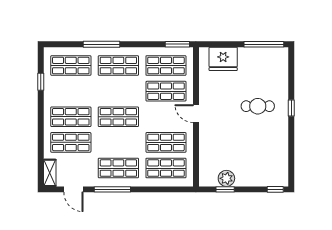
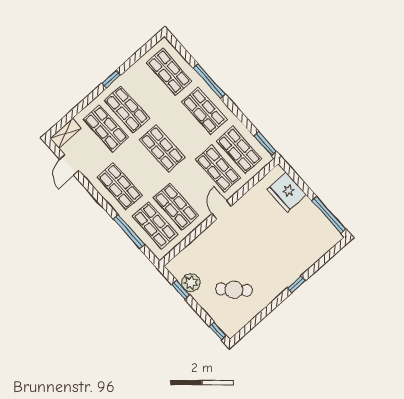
window: (41, 82) -> (111, 79), moved
cafe table: (258, 106) -> (234, 290), moved, turned -45
window: (112, 189) -> (129, 232), moved

